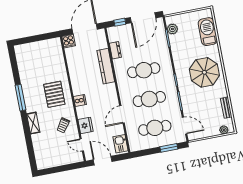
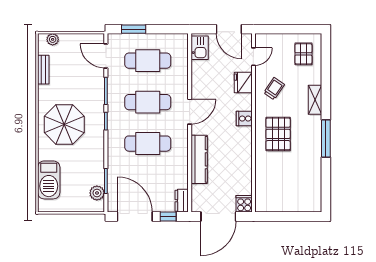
door: (143, 18) -> (135, 216), hinge flipped
dresser: (115, 50) -> (182, 201), moved
door: (122, 114) -> (190, 112), moved
door: (82, 145) -> (253, 57), hinge flipped
pallet: (47, 153) -> (303, 54), added

